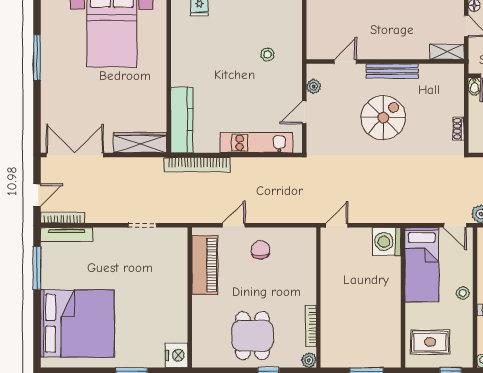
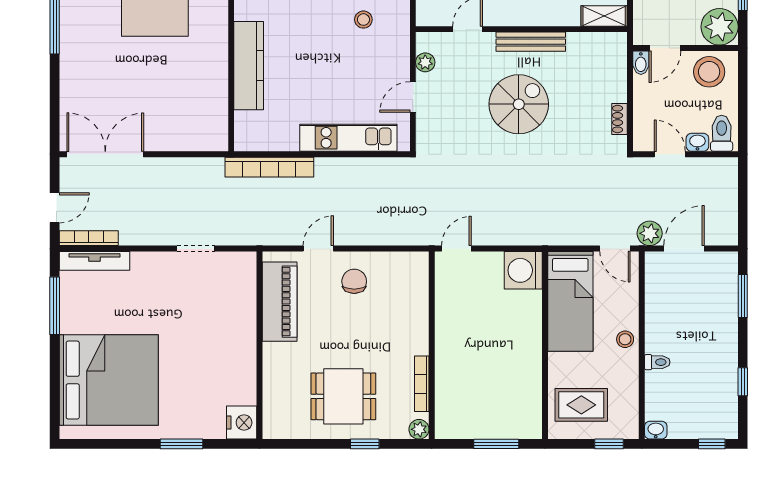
kitchen counter: (182, 120) -> (249, 66), moved
wardrobe: (140, 143) -> (193, 138), removed
dining table: (252, 336) -> (343, 396), turned 90

